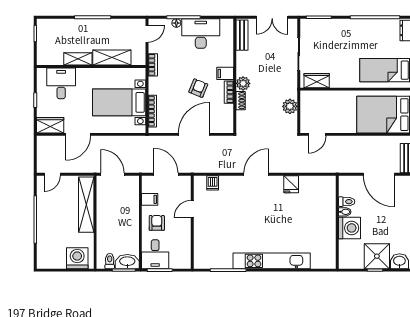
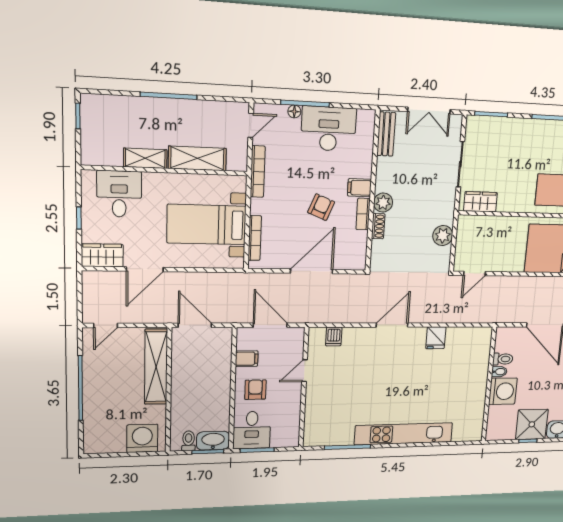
bookcase: (153, 65) -> (258, 172), width x1.56

